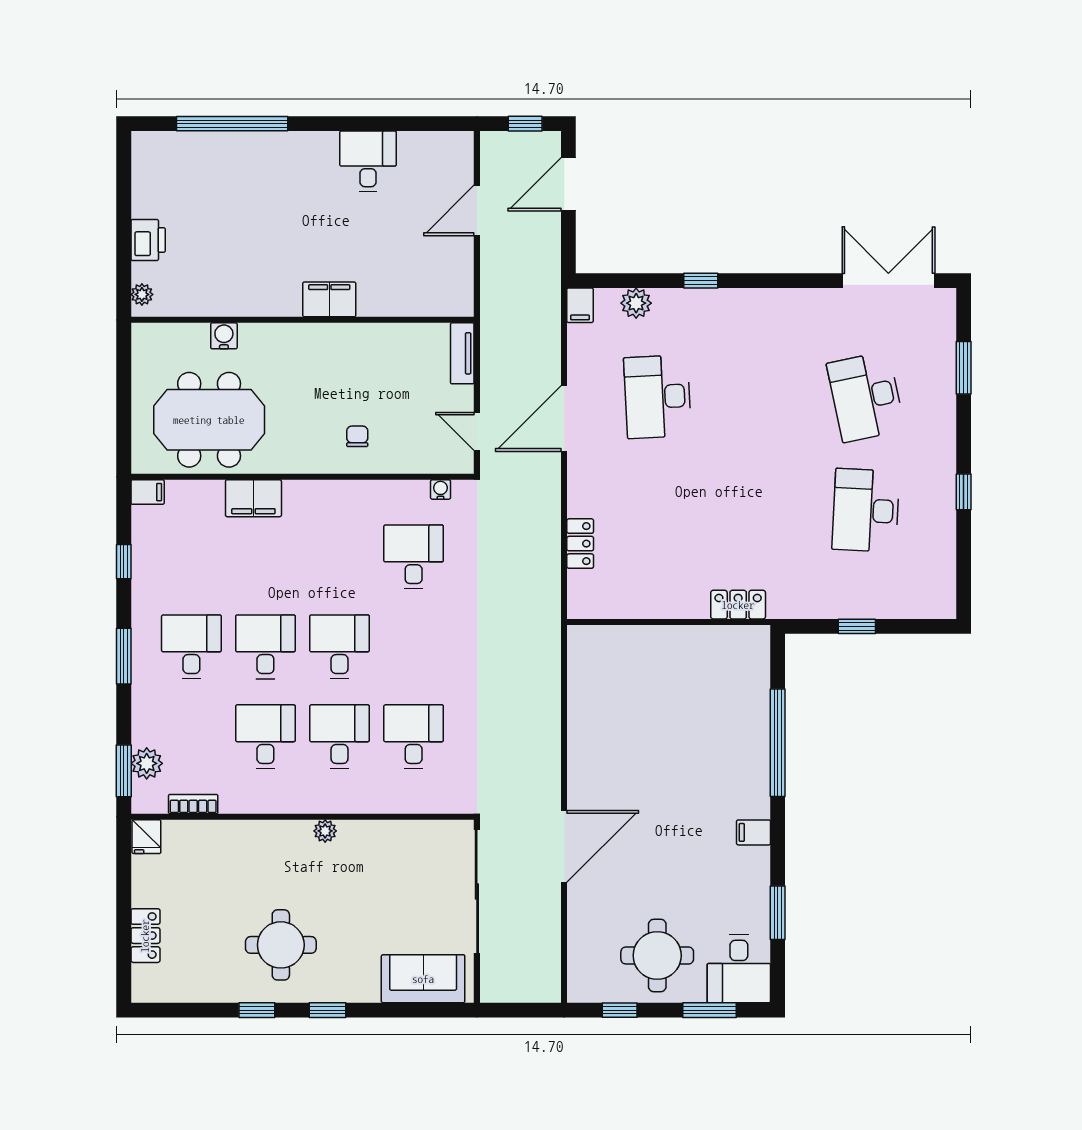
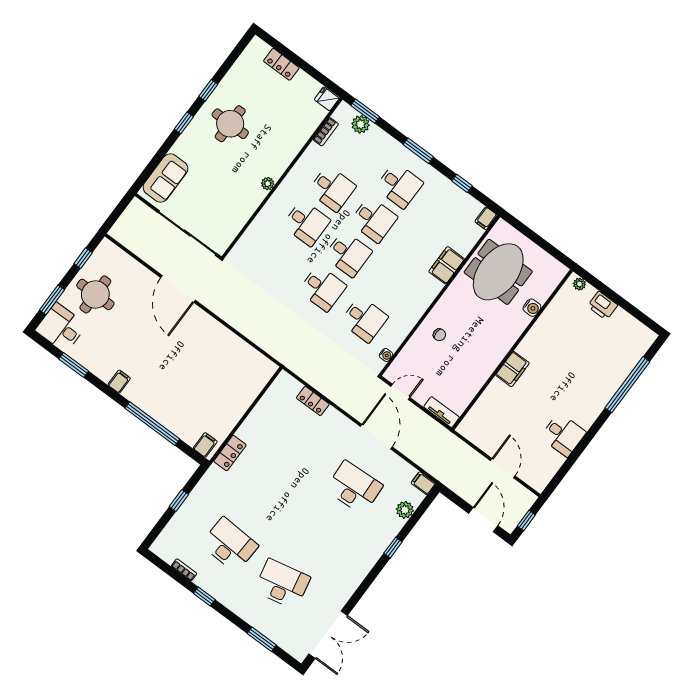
bookcase: (948, 548) -> (184, 570), added
filing cabinet: (753, 647) -> (205, 445), added
desk: (414, 737) -> (322, 288), moved

